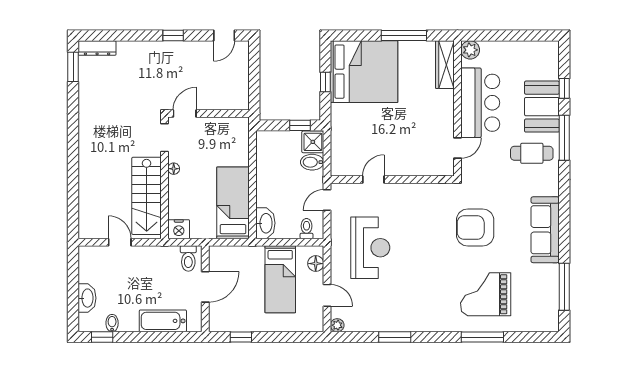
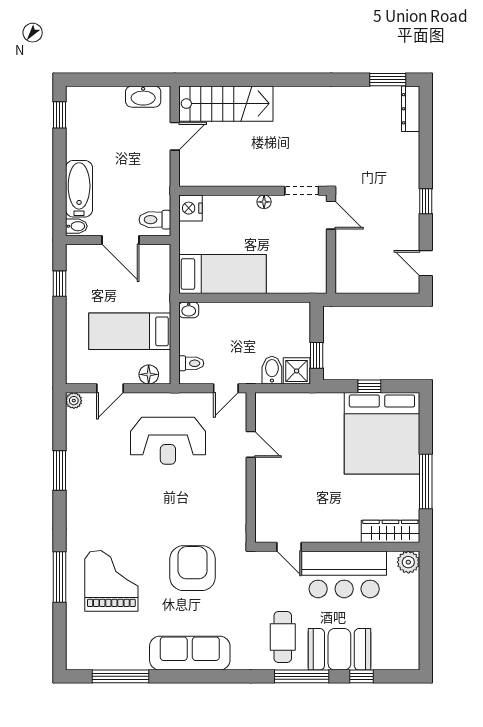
stairs: (147, 196) -> (226, 104), moved, turned 180
door: (327, 200) -> (226, 388), swing flipped
washbasin: (265, 223) -> (189, 310), width x0.52, depth x0.69
washbasin: (87, 298) -> (143, 97), moved
bidet: (112, 323) -> (76, 226), moved

